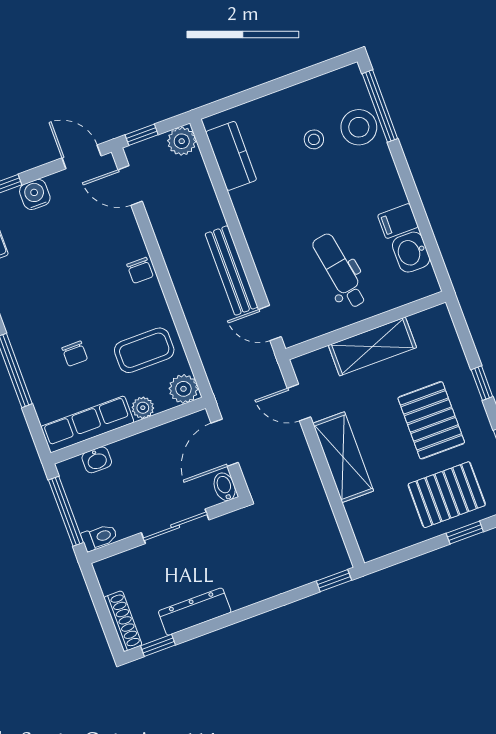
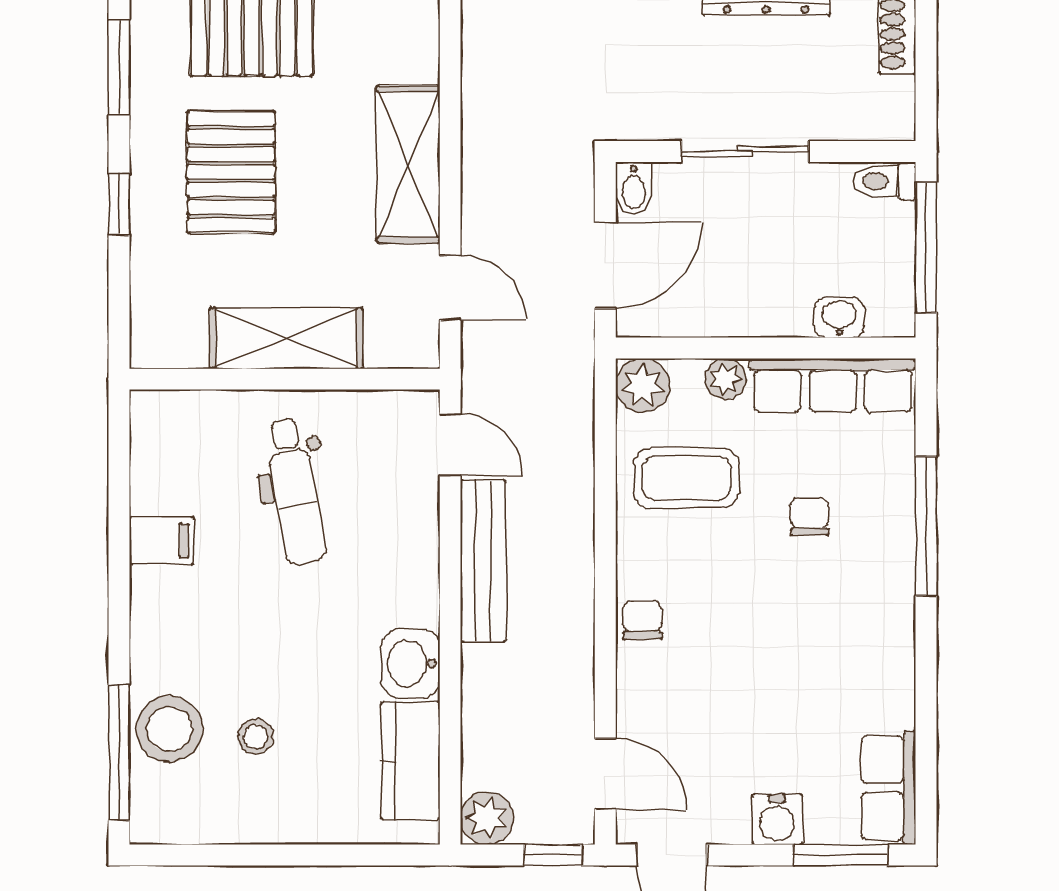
washbasin: (411, 252) -> (411, 664), moved, turned 180

